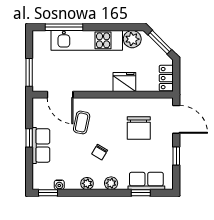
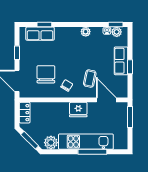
window: (64, 27) -> (92, 152), moved
fridge: (124, 82) -> (78, 110), moved
chair: (100, 152) -> (67, 85), moved
plant: (111, 183) -> (117, 32), moved

